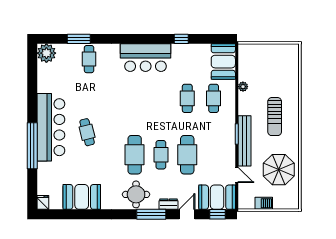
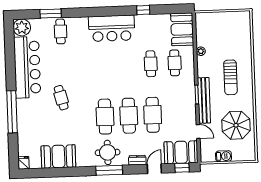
bar counter: (51, 127) -> (27, 67), moved
cafe table: (161, 155) -> (129, 116), width x1.37, depth x1.35
window: (151, 214) -> (109, 170), moved

